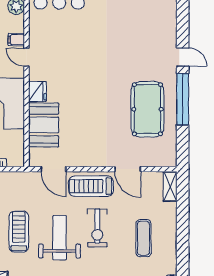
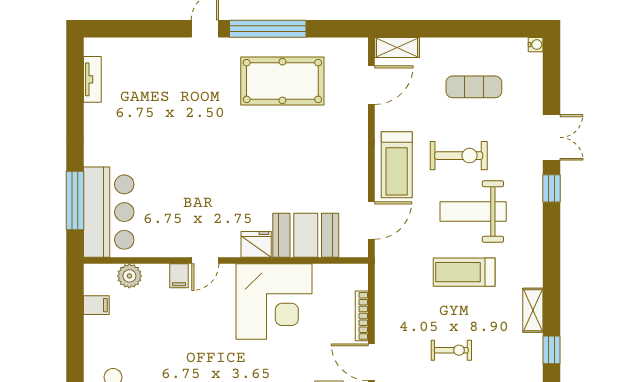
door: (128, 169) -> (371, 85), moved

